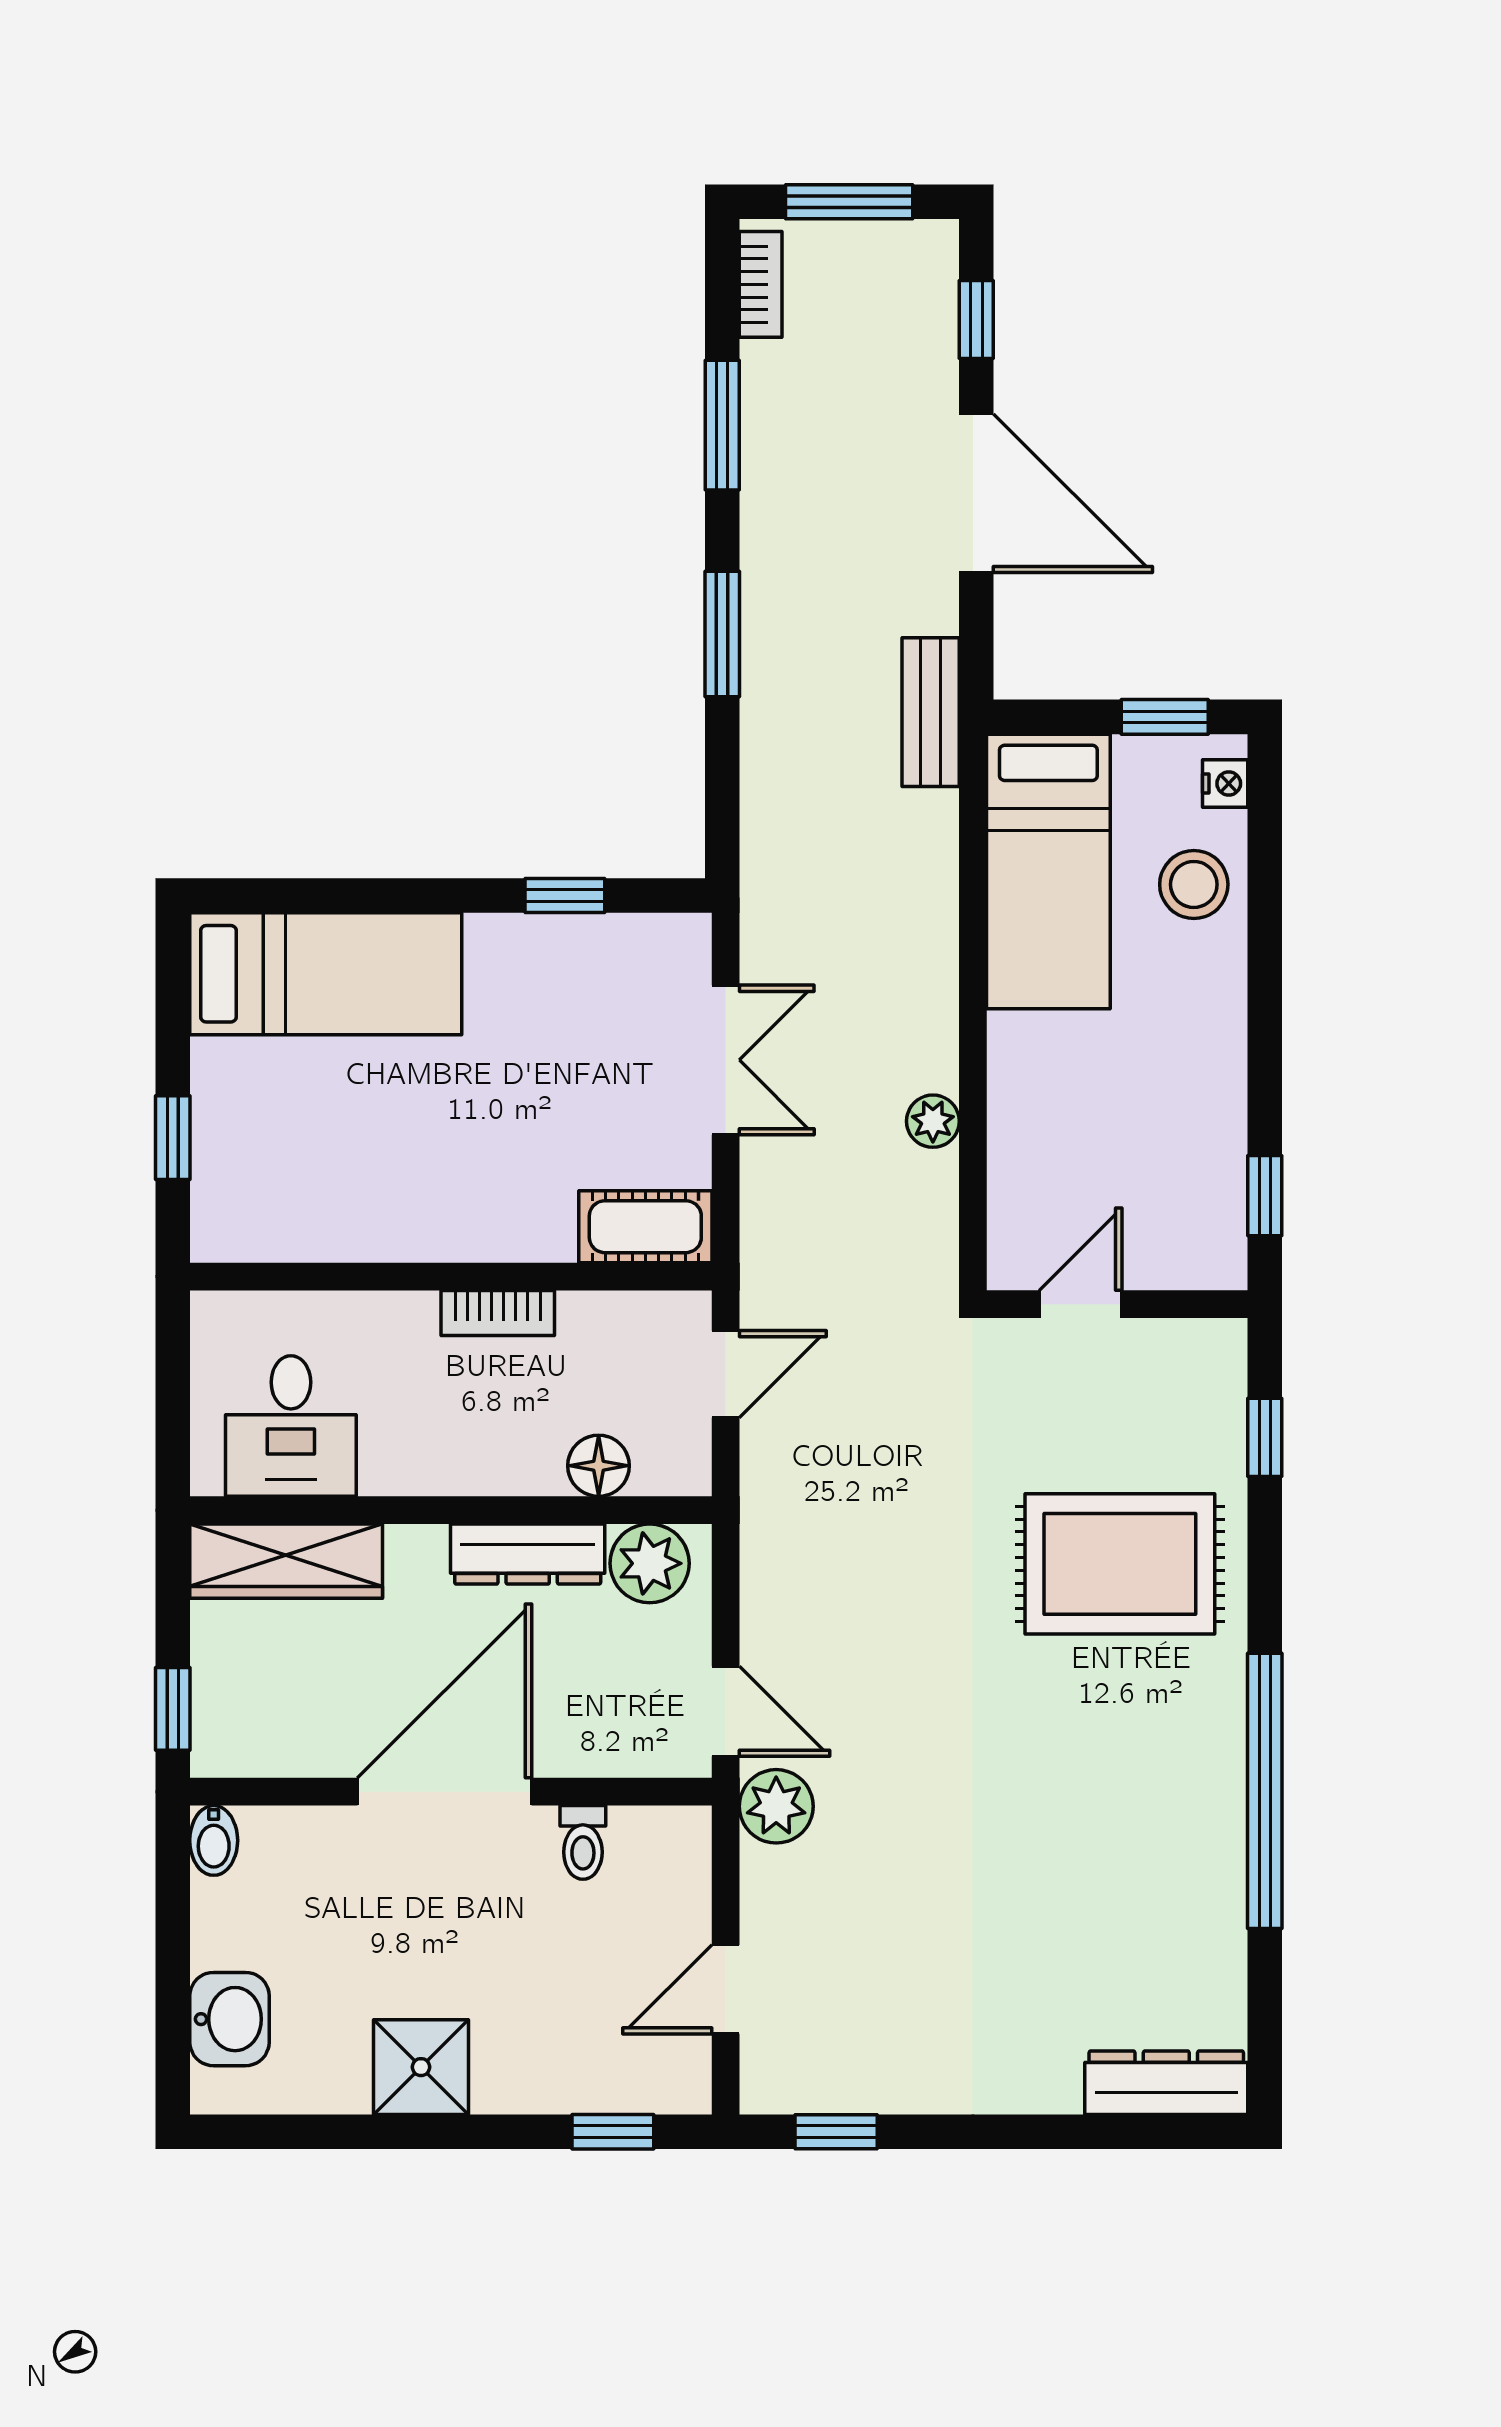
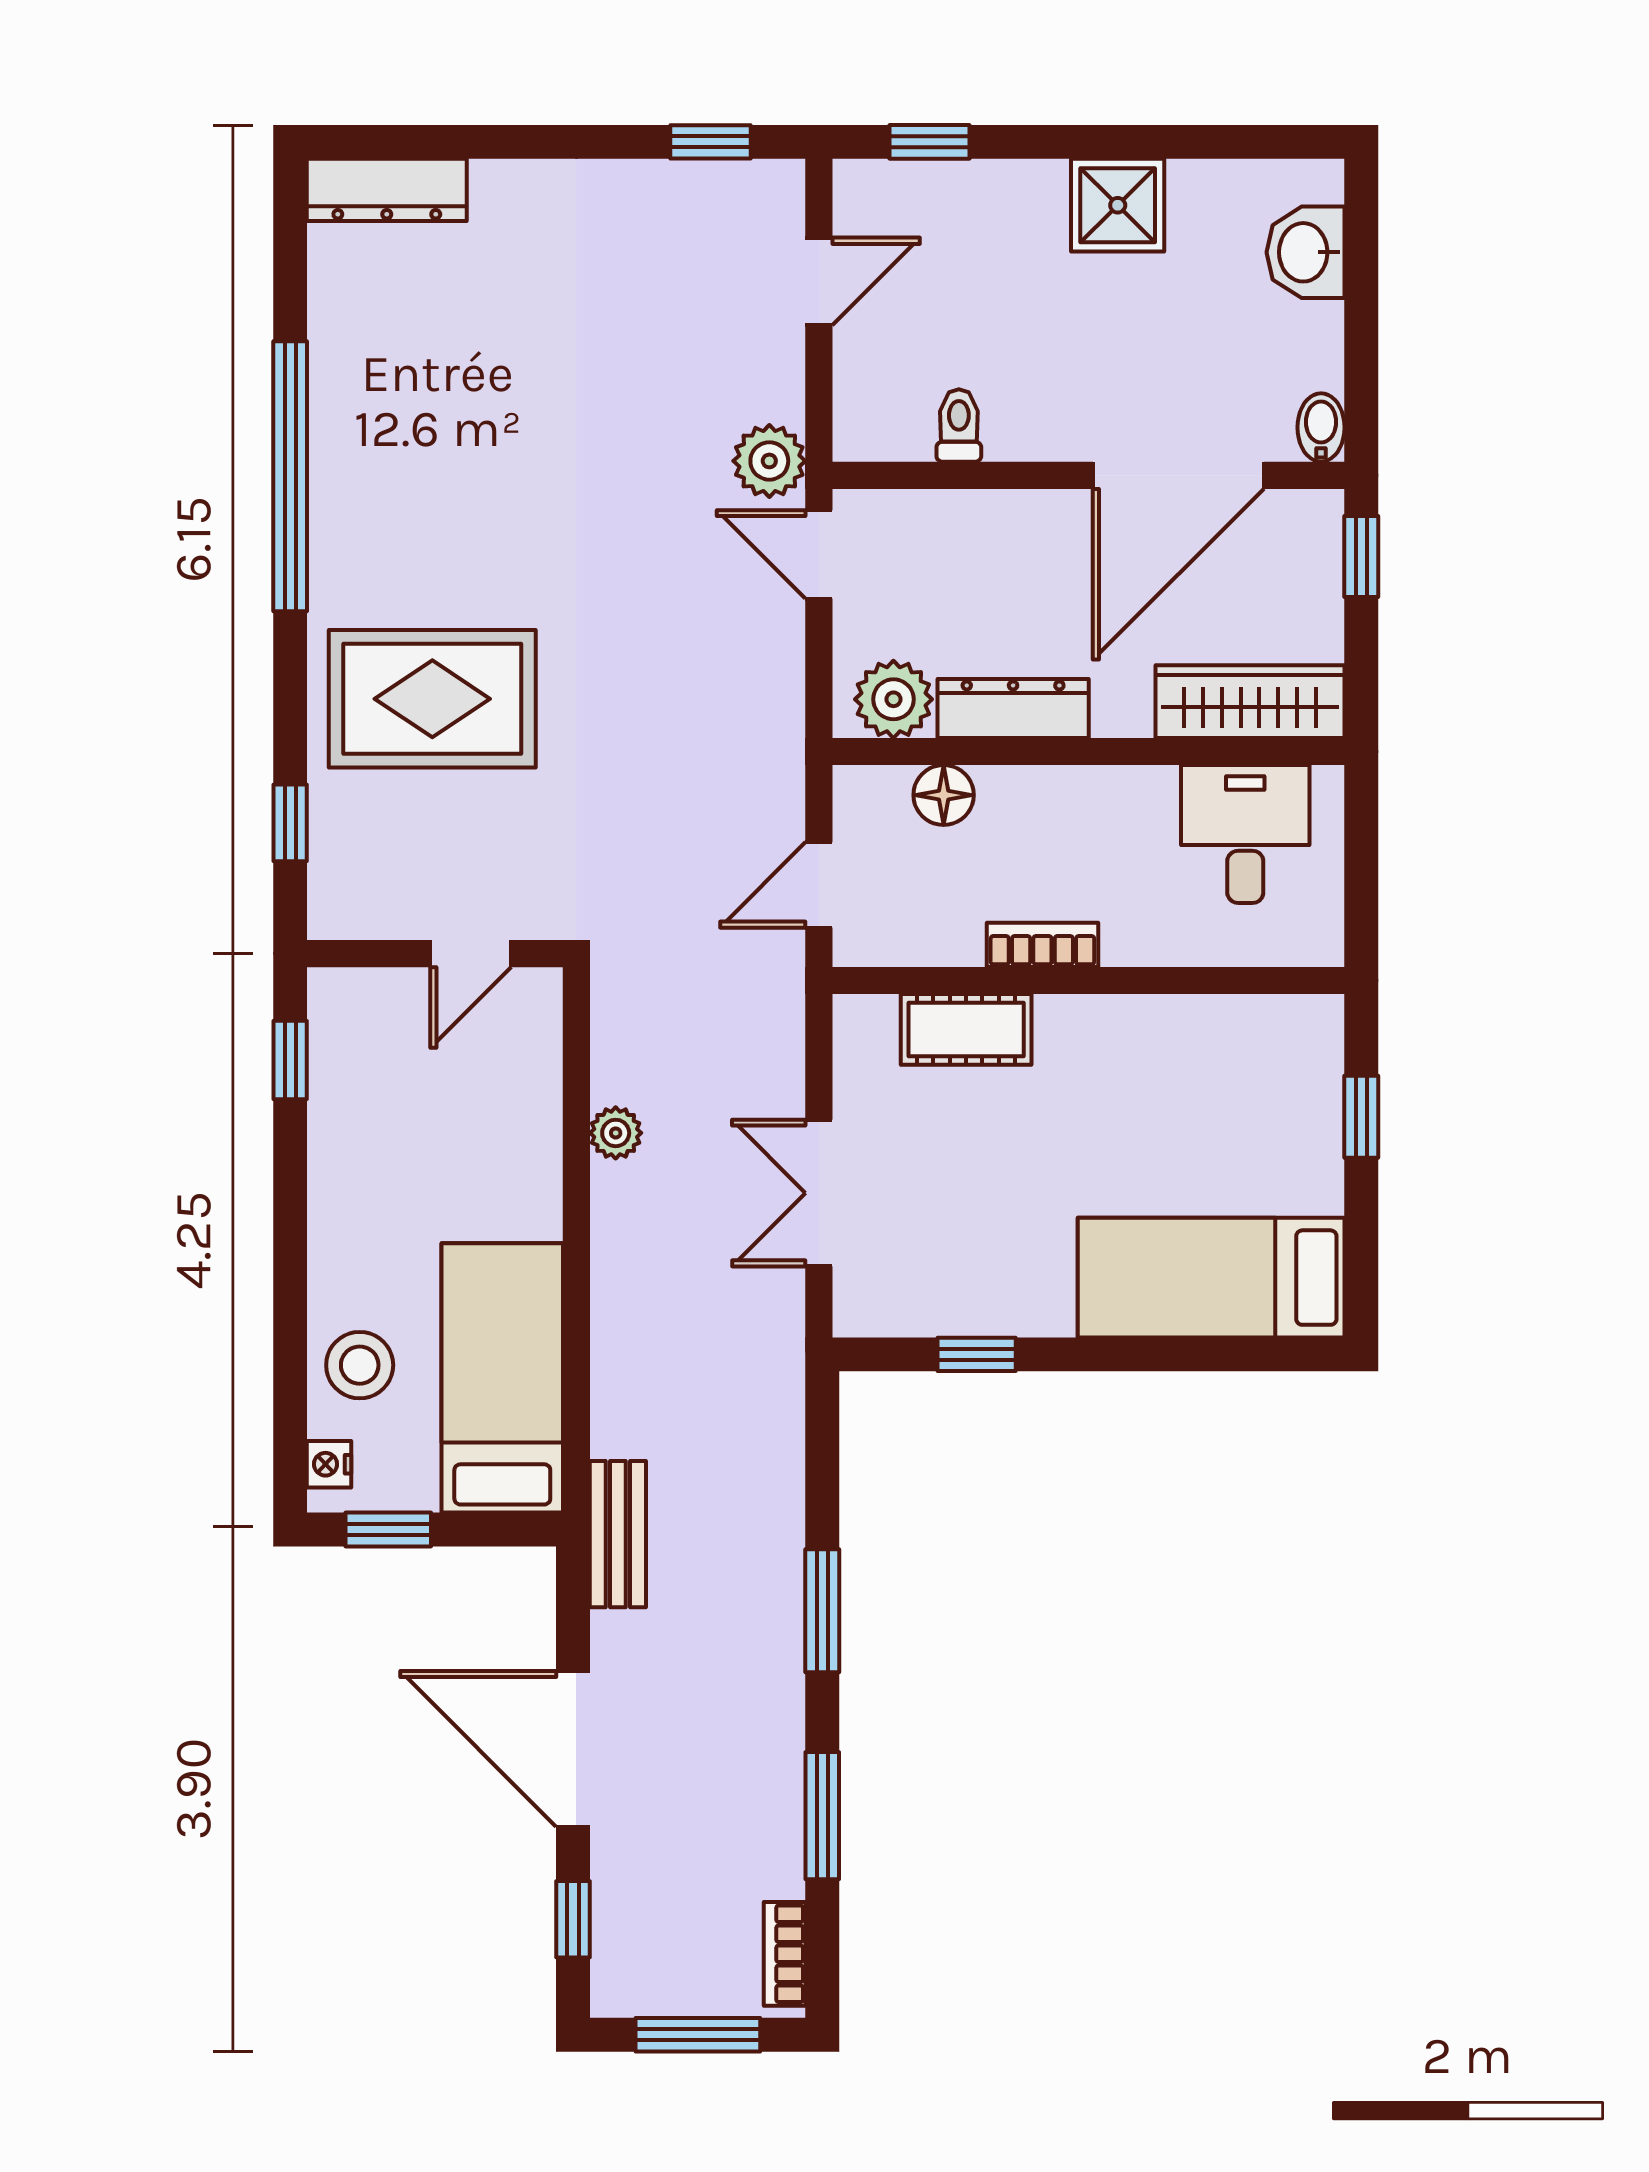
cot: (645, 1227) -> (966, 1029), moved
door: (444, 1792) -> (1178, 475), moved

